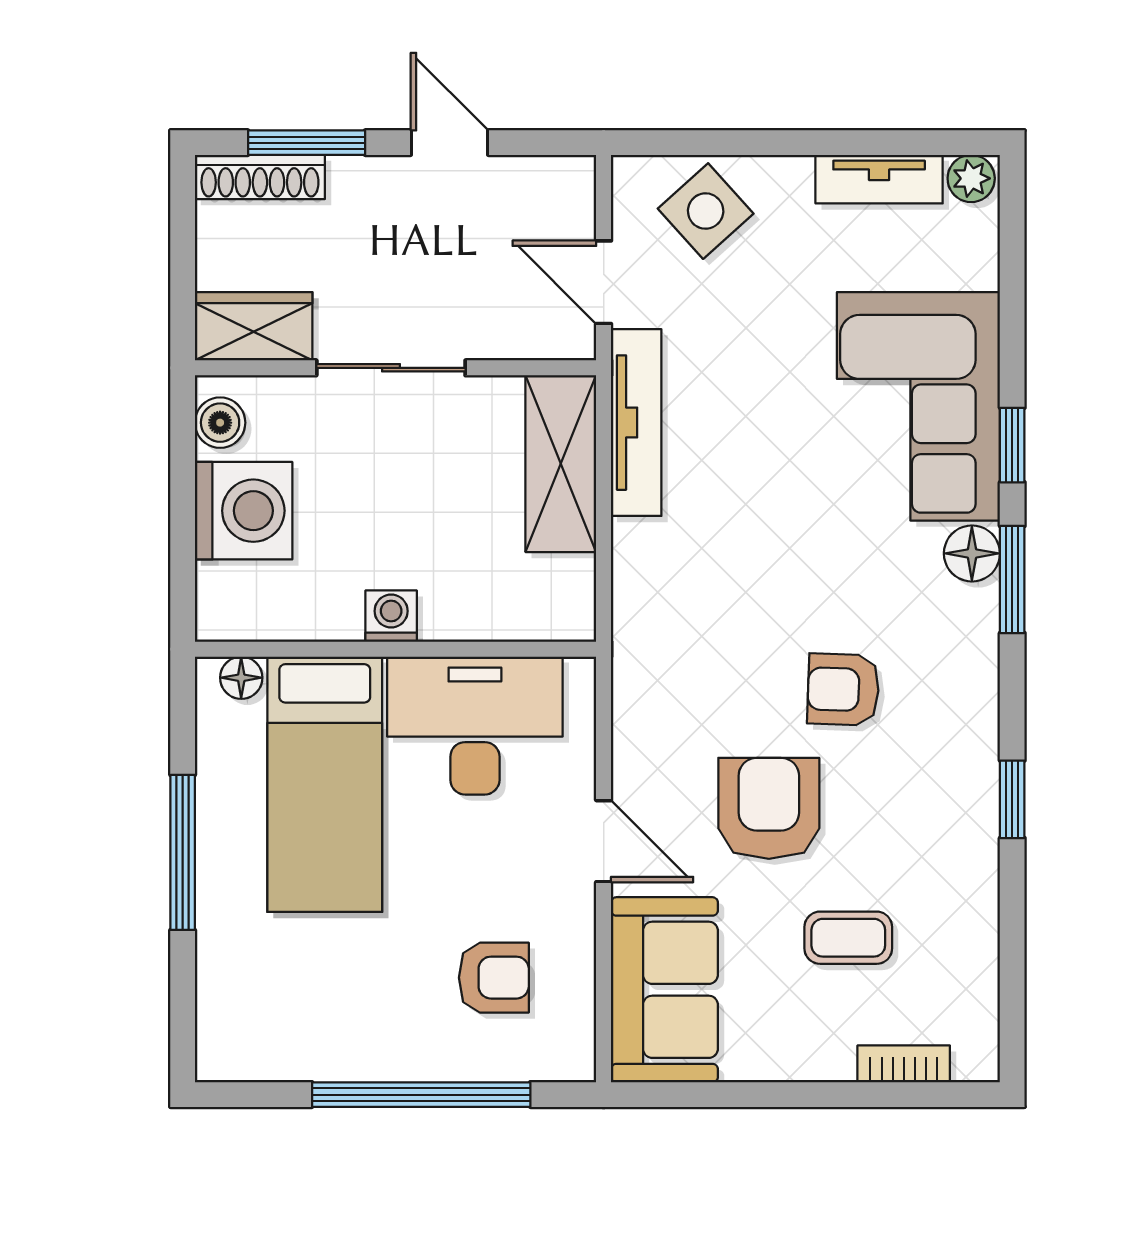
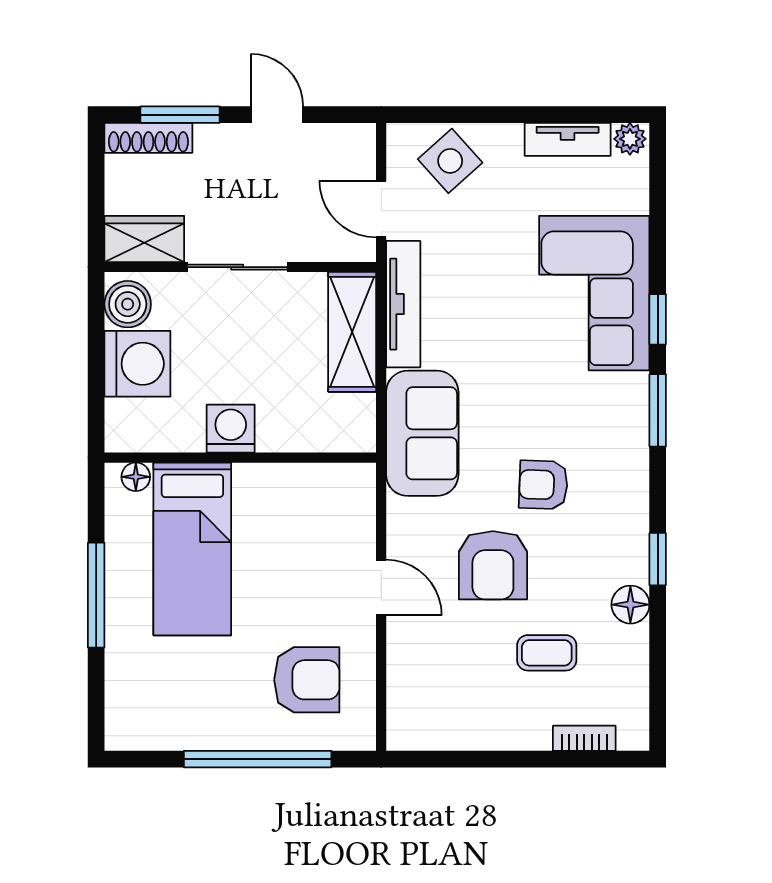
boiler: (220, 423) -> (128, 304), width x1.36, depth x1.36
floor lamp: (972, 553) -> (630, 605), moved
washing machine: (391, 616) -> (231, 429), width x1.38, depth x1.38
desk: (475, 726) -> (294, 509), removed
armchair: (769, 808) -> (493, 565), turned 180
armchair: (494, 978) -> (307, 680), width x1.38, depth x1.38
sofa: (664, 990) -> (422, 433), moved

